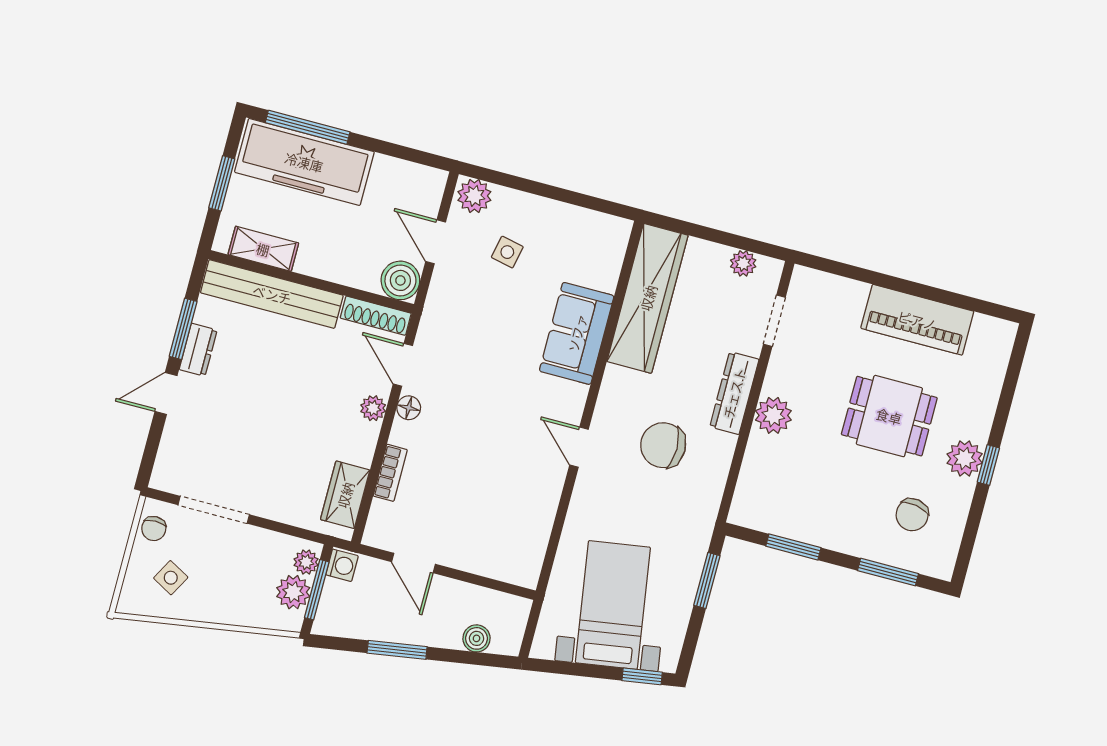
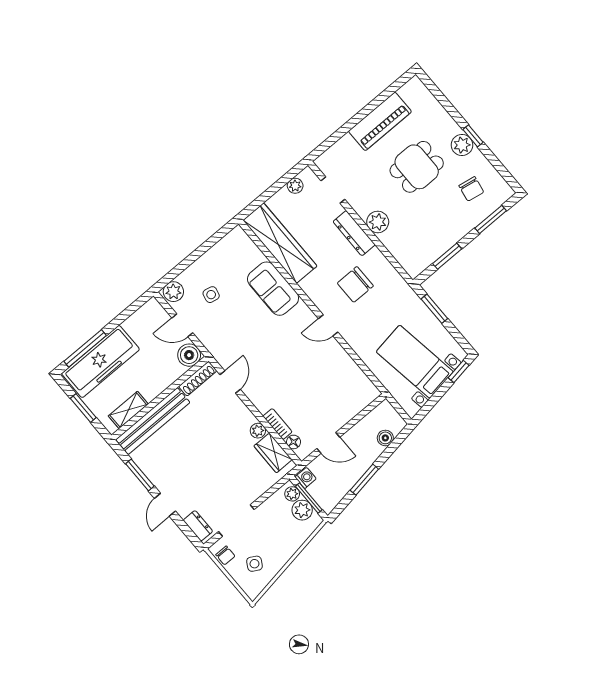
dresser: (198, 350) -> (198, 526), moved
door: (403, 365) -> (230, 382), swing flipped
plant: (373, 408) -> (258, 431), moved
floor lamp: (409, 408) -> (294, 442), moved

